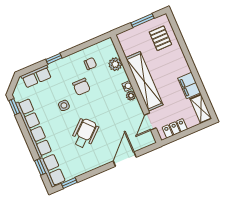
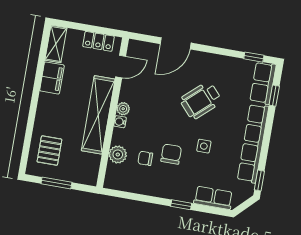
chair: (90, 64) -> (145, 158), moved

